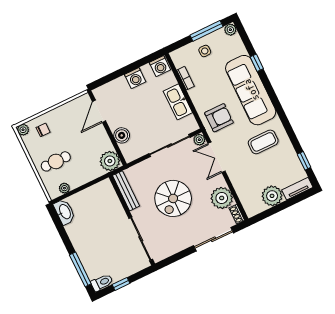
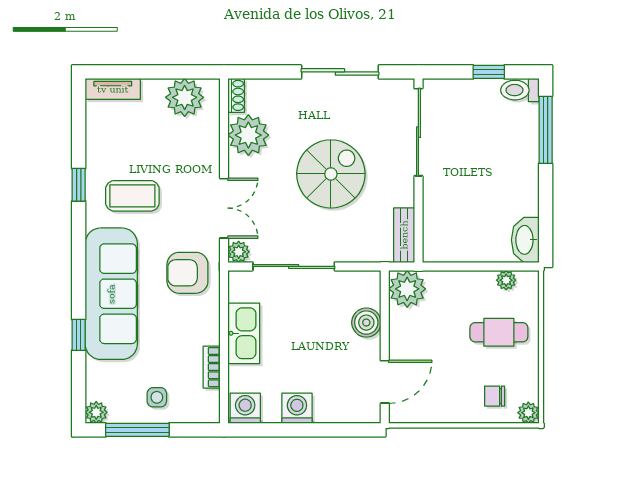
window: (304, 161) -> (79, 185), moved
bench: (126, 191) -> (404, 235), width x0.73
plant: (272, 196) -> (185, 97), moved
sliding door: (213, 239) -> (340, 72), moved

